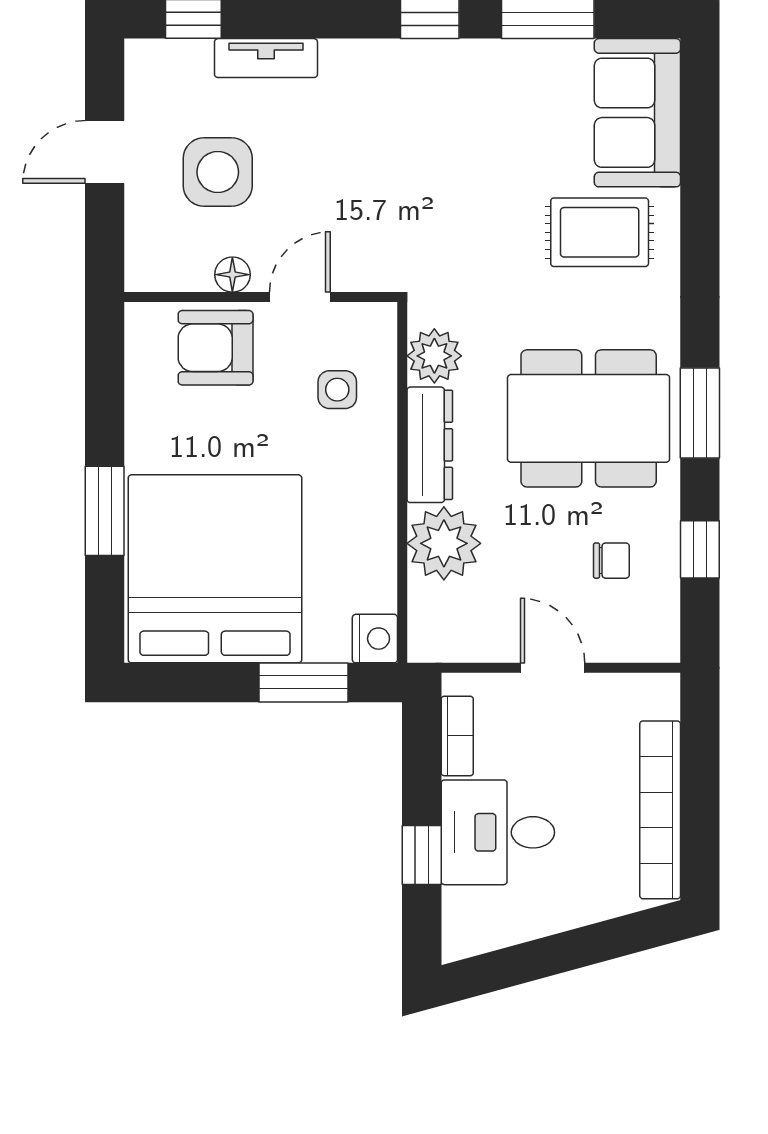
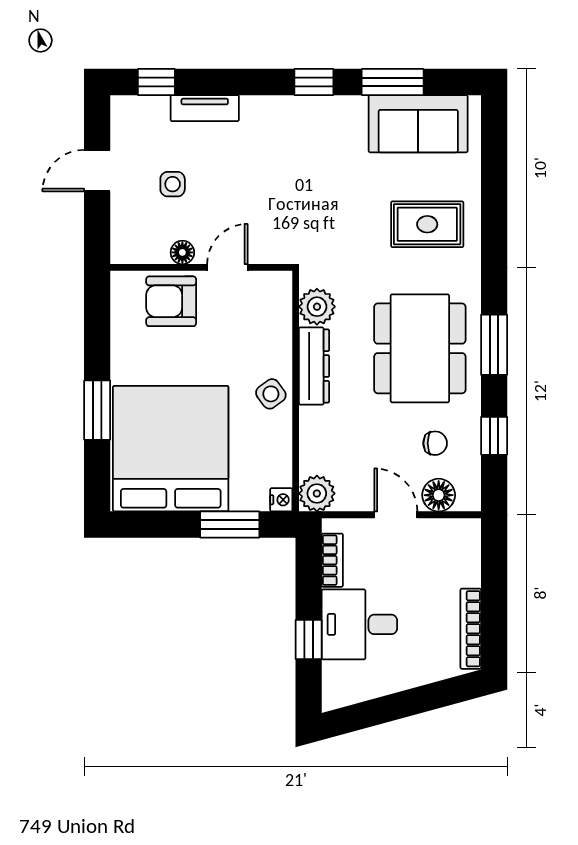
sofa: (637, 113) -> (418, 124), moved, turned -90
side table: (218, 172) -> (173, 184), width x0.54, depth x0.54
side table: (337, 390) -> (271, 394), moved, turned -36
dining table: (589, 418) -> (420, 348), turned 90
plant: (444, 543) -> (317, 493), moved, width x0.73, depth x0.73
floor lamp: (617, 638) -> (439, 495), added
nightstand: (375, 639) -> (281, 500), width x0.72, depth x0.74
bookcase: (660, 810) -> (471, 629), width x0.68, depth x0.76

